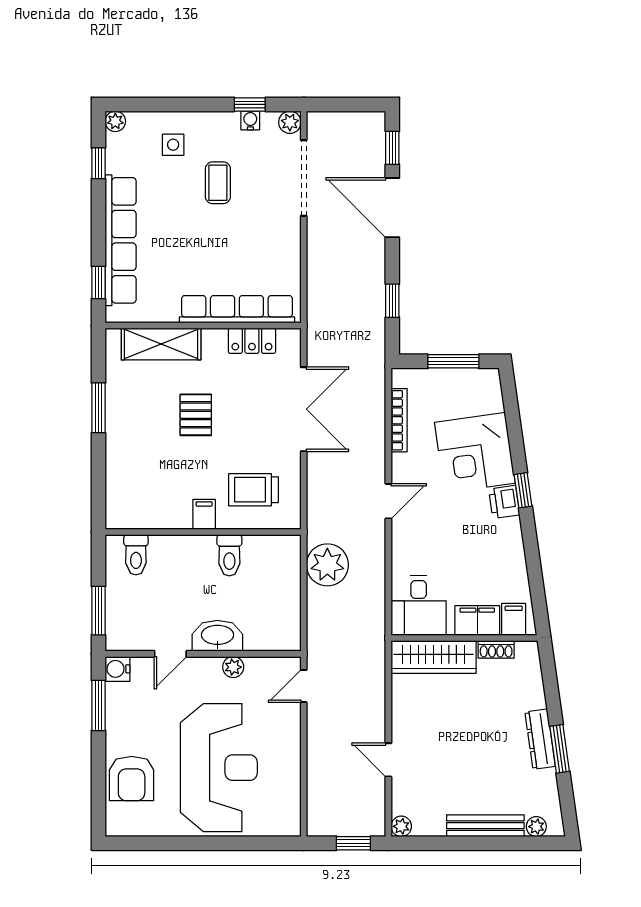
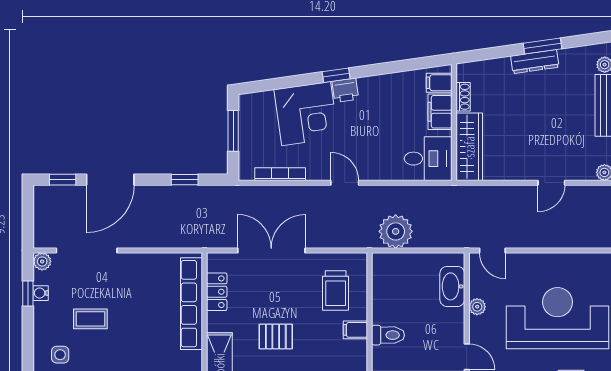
toilet: (229, 555) -> (388, 335), moved
washbasin: (217, 636) -> (452, 286), moved

